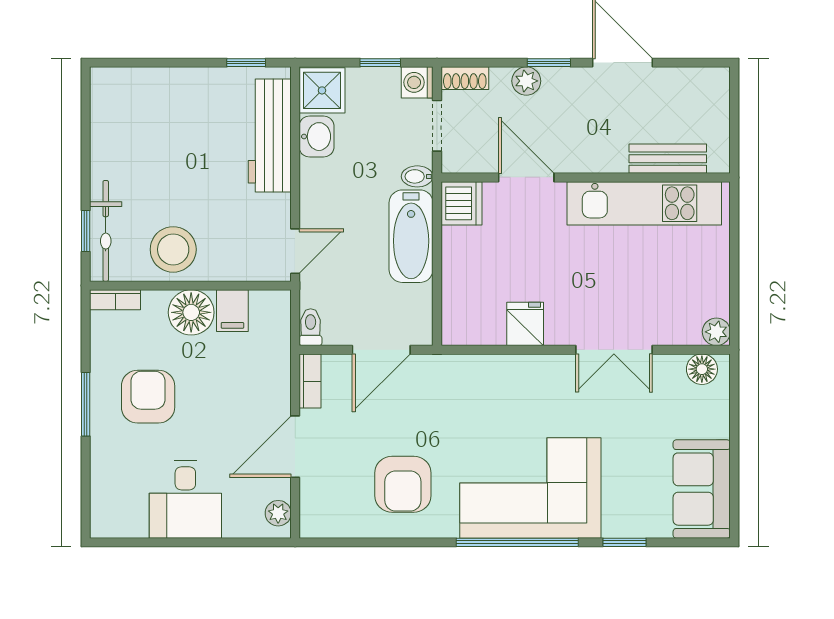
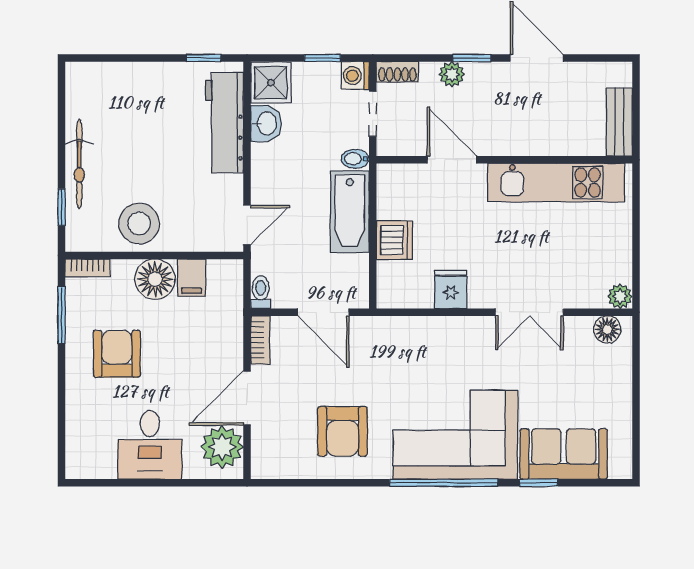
bench: (668, 159) -> (619, 122), moved, turned 90
dishwasher: (461, 203) -> (394, 240), moved
bicycle: (106, 231) -> (79, 164), moved
door: (381, 350) -> (323, 312), hinge flipped
window: (86, 404) -> (62, 315), moved
sofa: (702, 489) -> (564, 454), moved, turned 90
plant: (278, 513) -> (222, 447), width x1.88, depth x1.88

